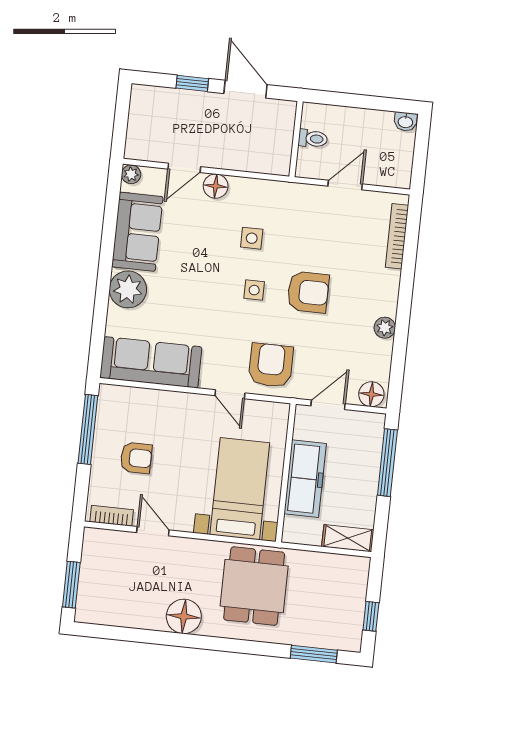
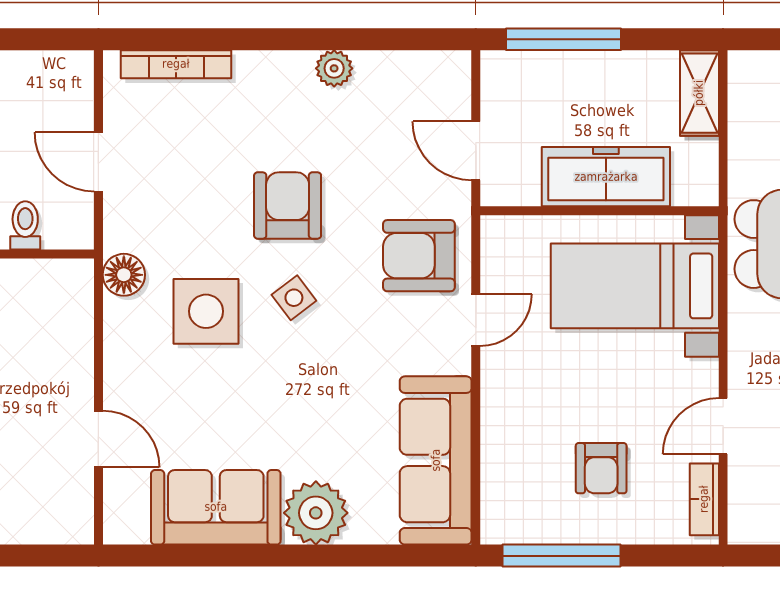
plant: (131, 174) -> (119, 528), removed
floor lamp: (216, 186) -> (124, 275), moved
side table: (252, 238) -> (206, 311), width x1.87, depth x1.87
side table: (254, 290) -> (294, 298), turned -37
floor lamp: (371, 394) -> (450, 79), removed
armchair: (136, 458) -> (601, 468), turned 180

